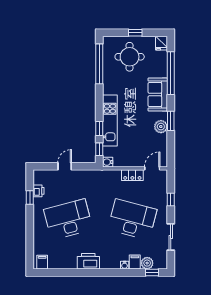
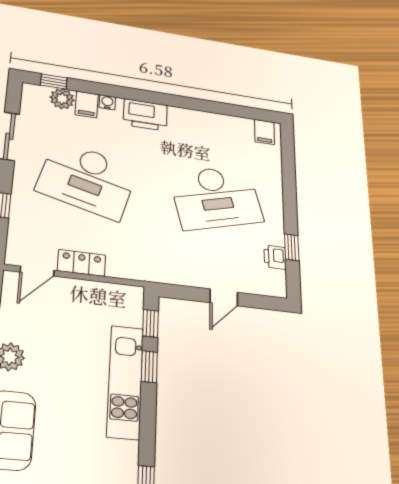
water cooler: (108, 162) -> (134, 295), removed
printer: (88, 261) -> (145, 115), moved

